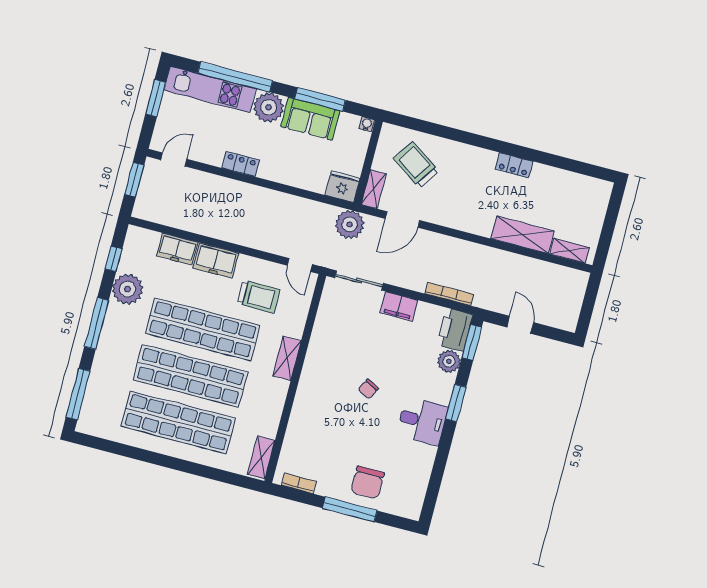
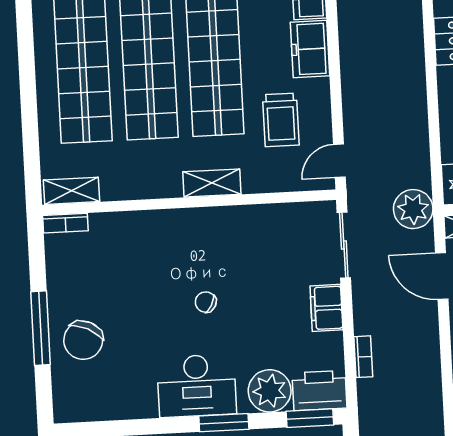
bookcase: (449, 294) -> (363, 357), width x0.64
plant: (449, 361) -> (270, 391), width x1.36, depth x1.36
desk: (422, 421) -> (197, 386), width x1.37
chair: (368, 482) -> (83, 340), turned -64
bookcase: (299, 483) -> (65, 223), moved, turned 90

